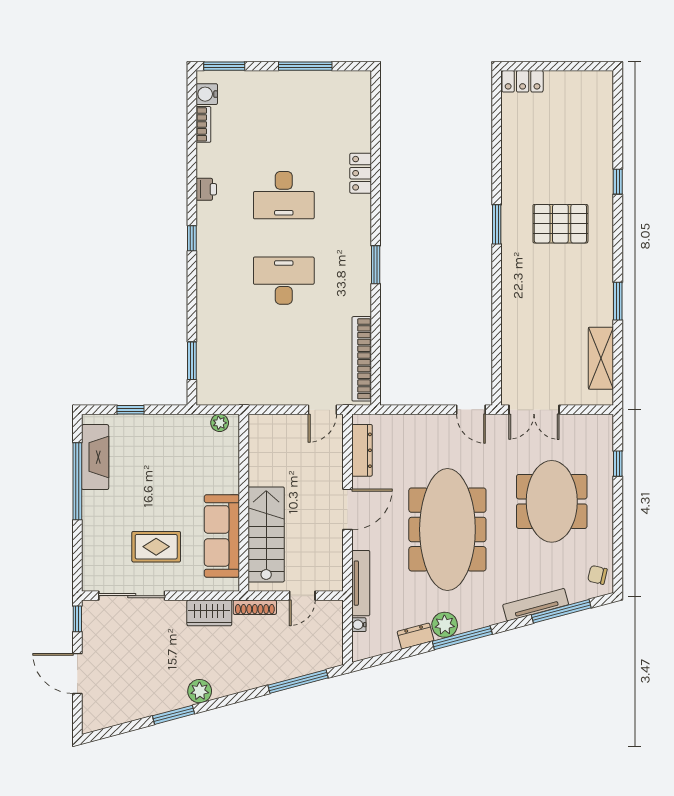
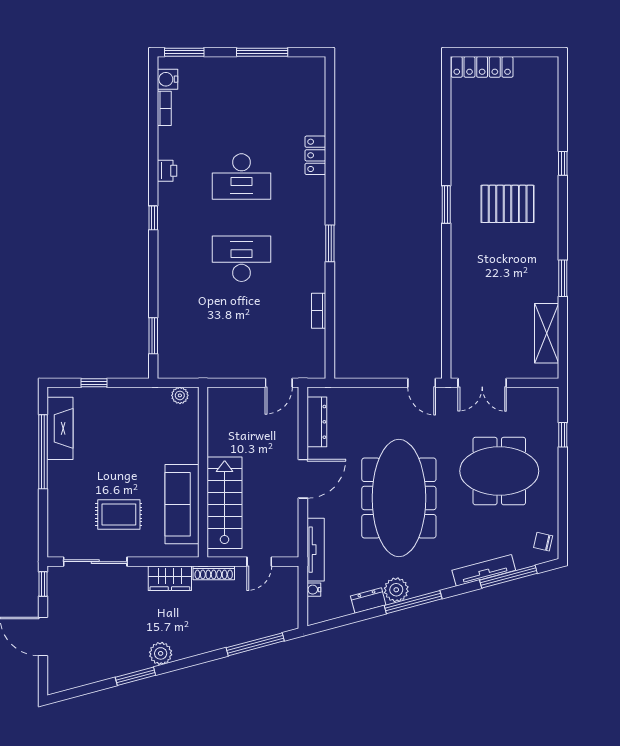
locker: (523, 81) -> (482, 67), width x1.53
bookcase: (362, 359) -> (319, 311), width x0.43, depth x0.76
meeting table: (552, 501) -> (499, 471), turned 90

